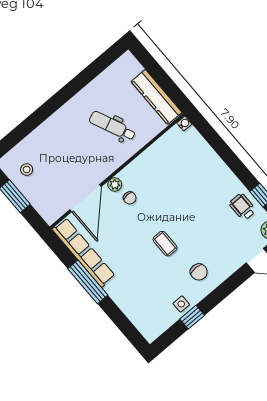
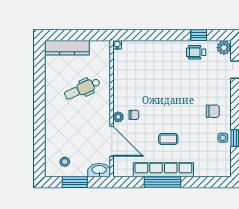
kitchen counter: (156, 97) -> (67, 48), moved
washbasin: (47, 210) -> (99, 170), added
coffee table: (165, 244) -> (168, 139), moved
row of seats: (84, 253) -> (163, 170), moved

